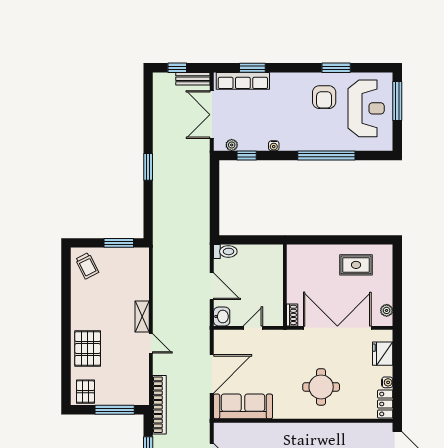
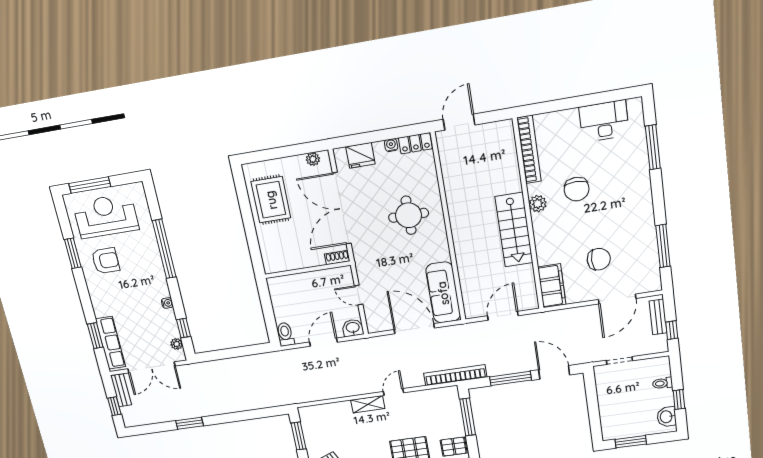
window: (148, 167) -> (190, 423), moved
rug: (356, 265) -> (271, 200), width x1.36, depth x1.43

